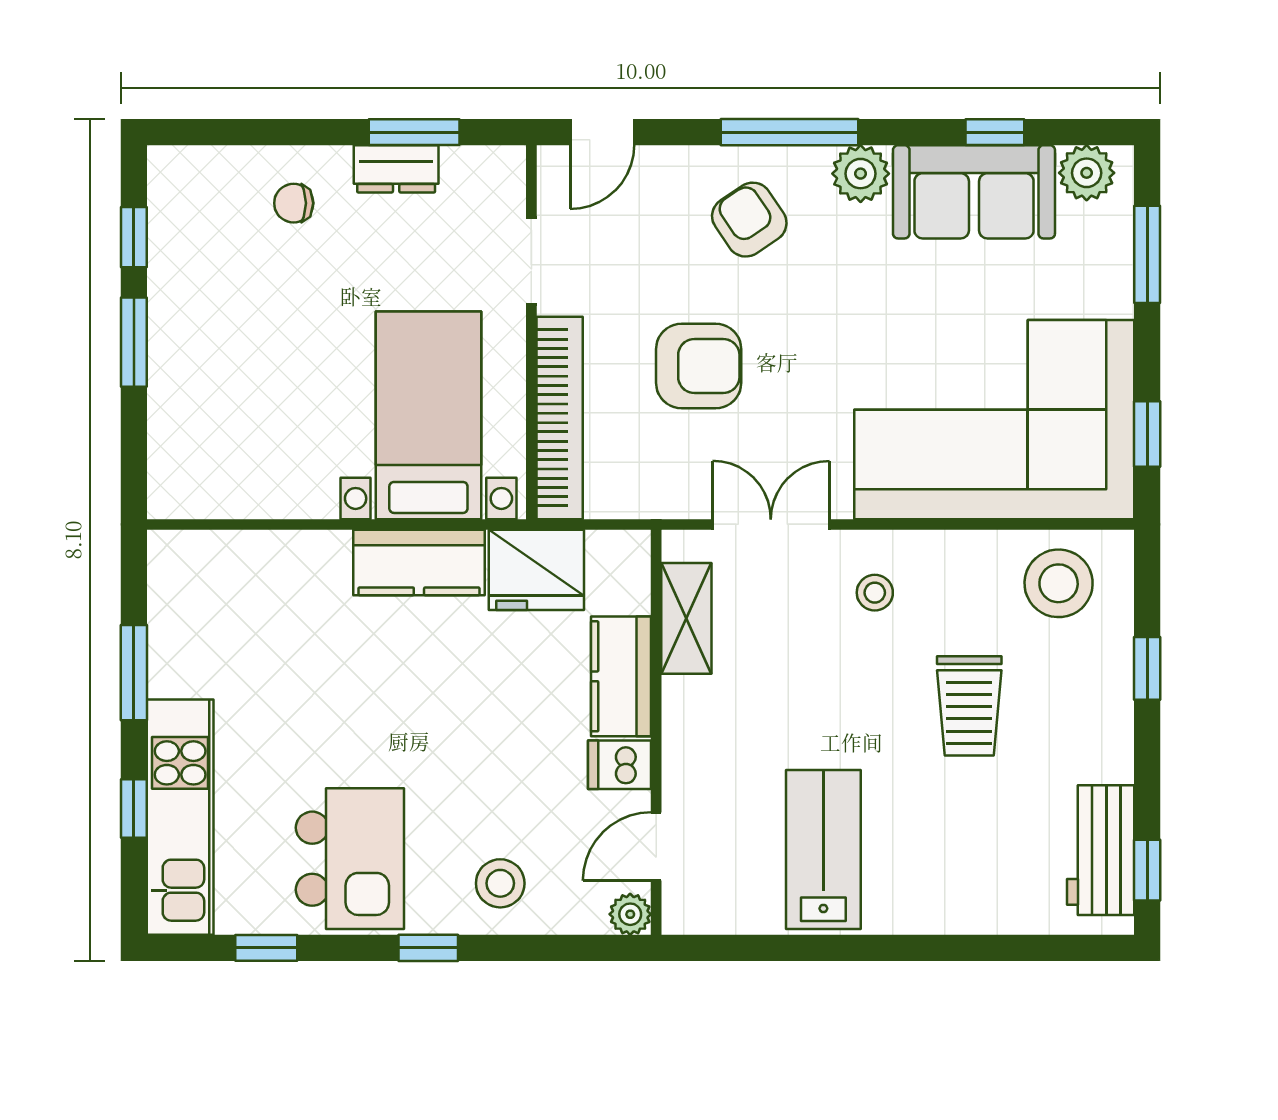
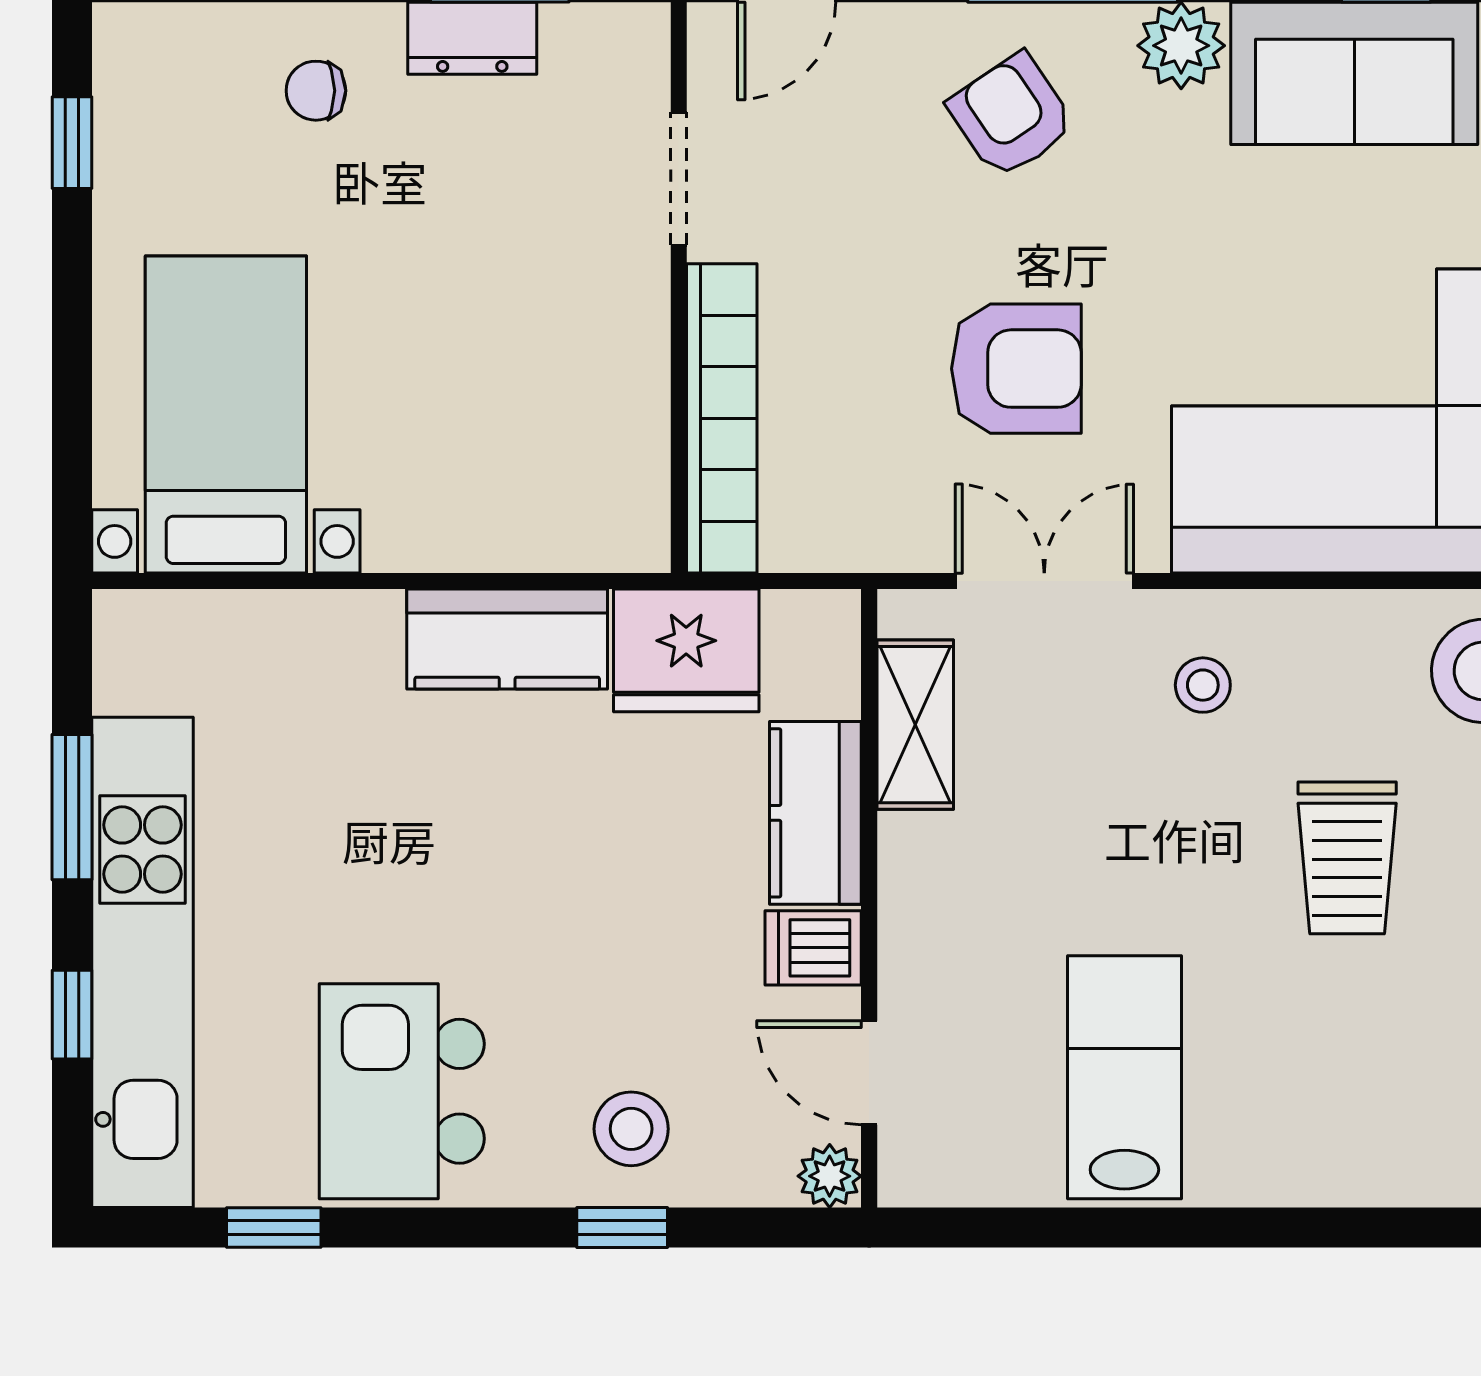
window: (134, 342) -> (72, 303), removed
armchair: (699, 366) -> (1016, 369), moved
bed with nightstands: (428, 415) -> (226, 414), moved
kitchen unit: (180, 817) -> (143, 962), width x1.36
door: (656, 847) -> (869, 1073), hinge flipped
kitchen island: (350, 859) -> (402, 1091), turned 180
window: (428, 948) -> (622, 1227), moved

